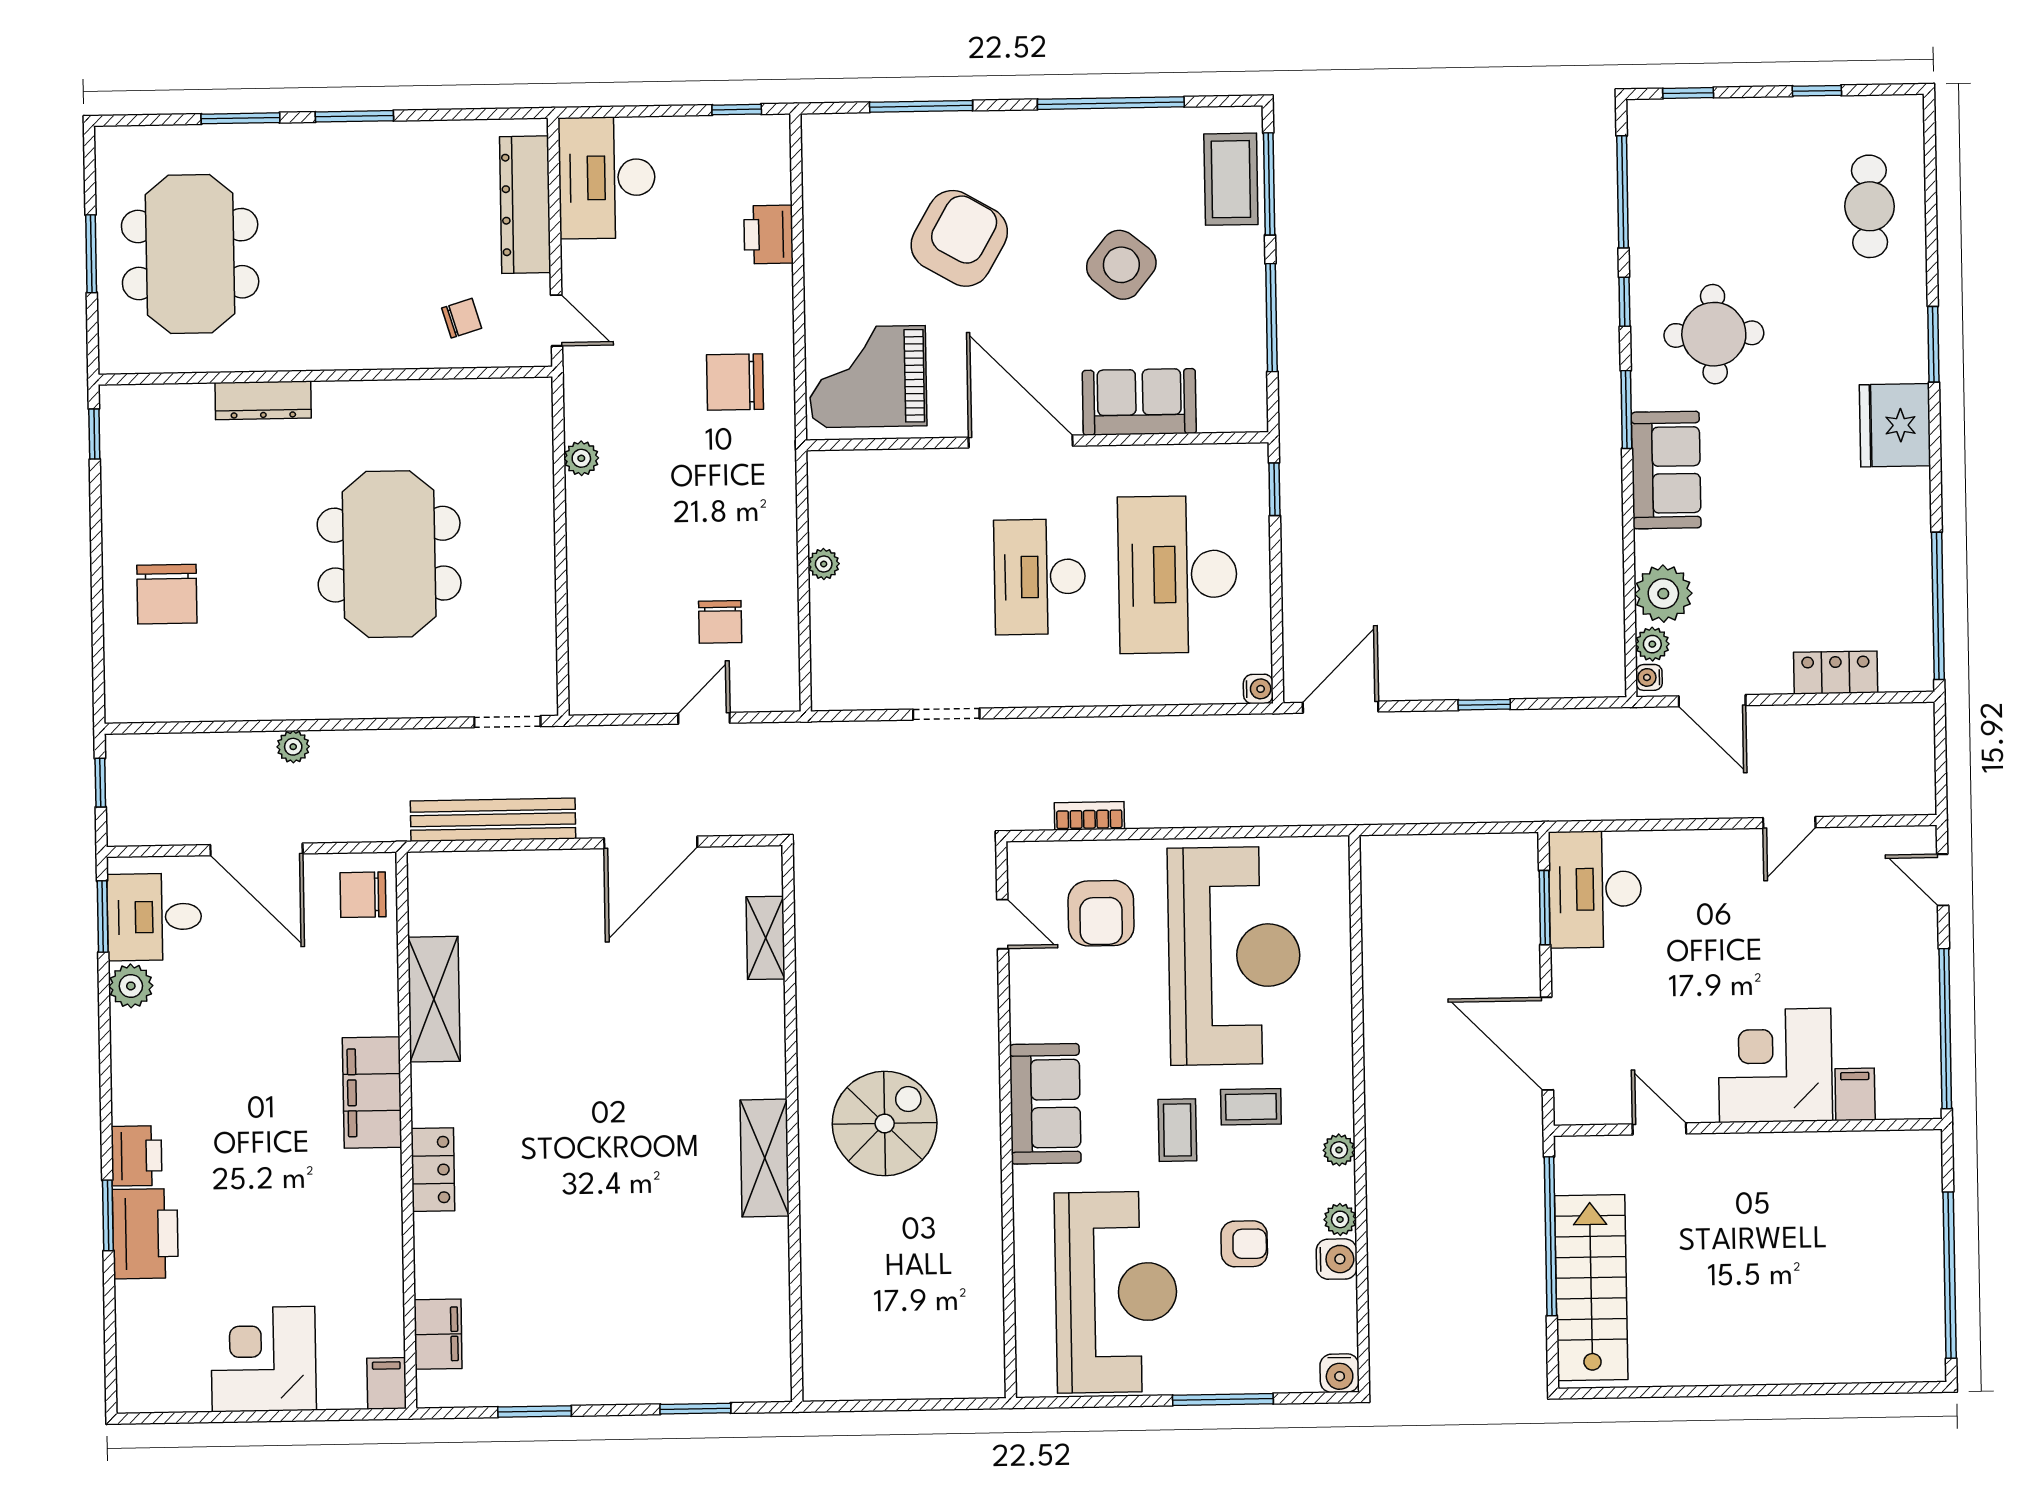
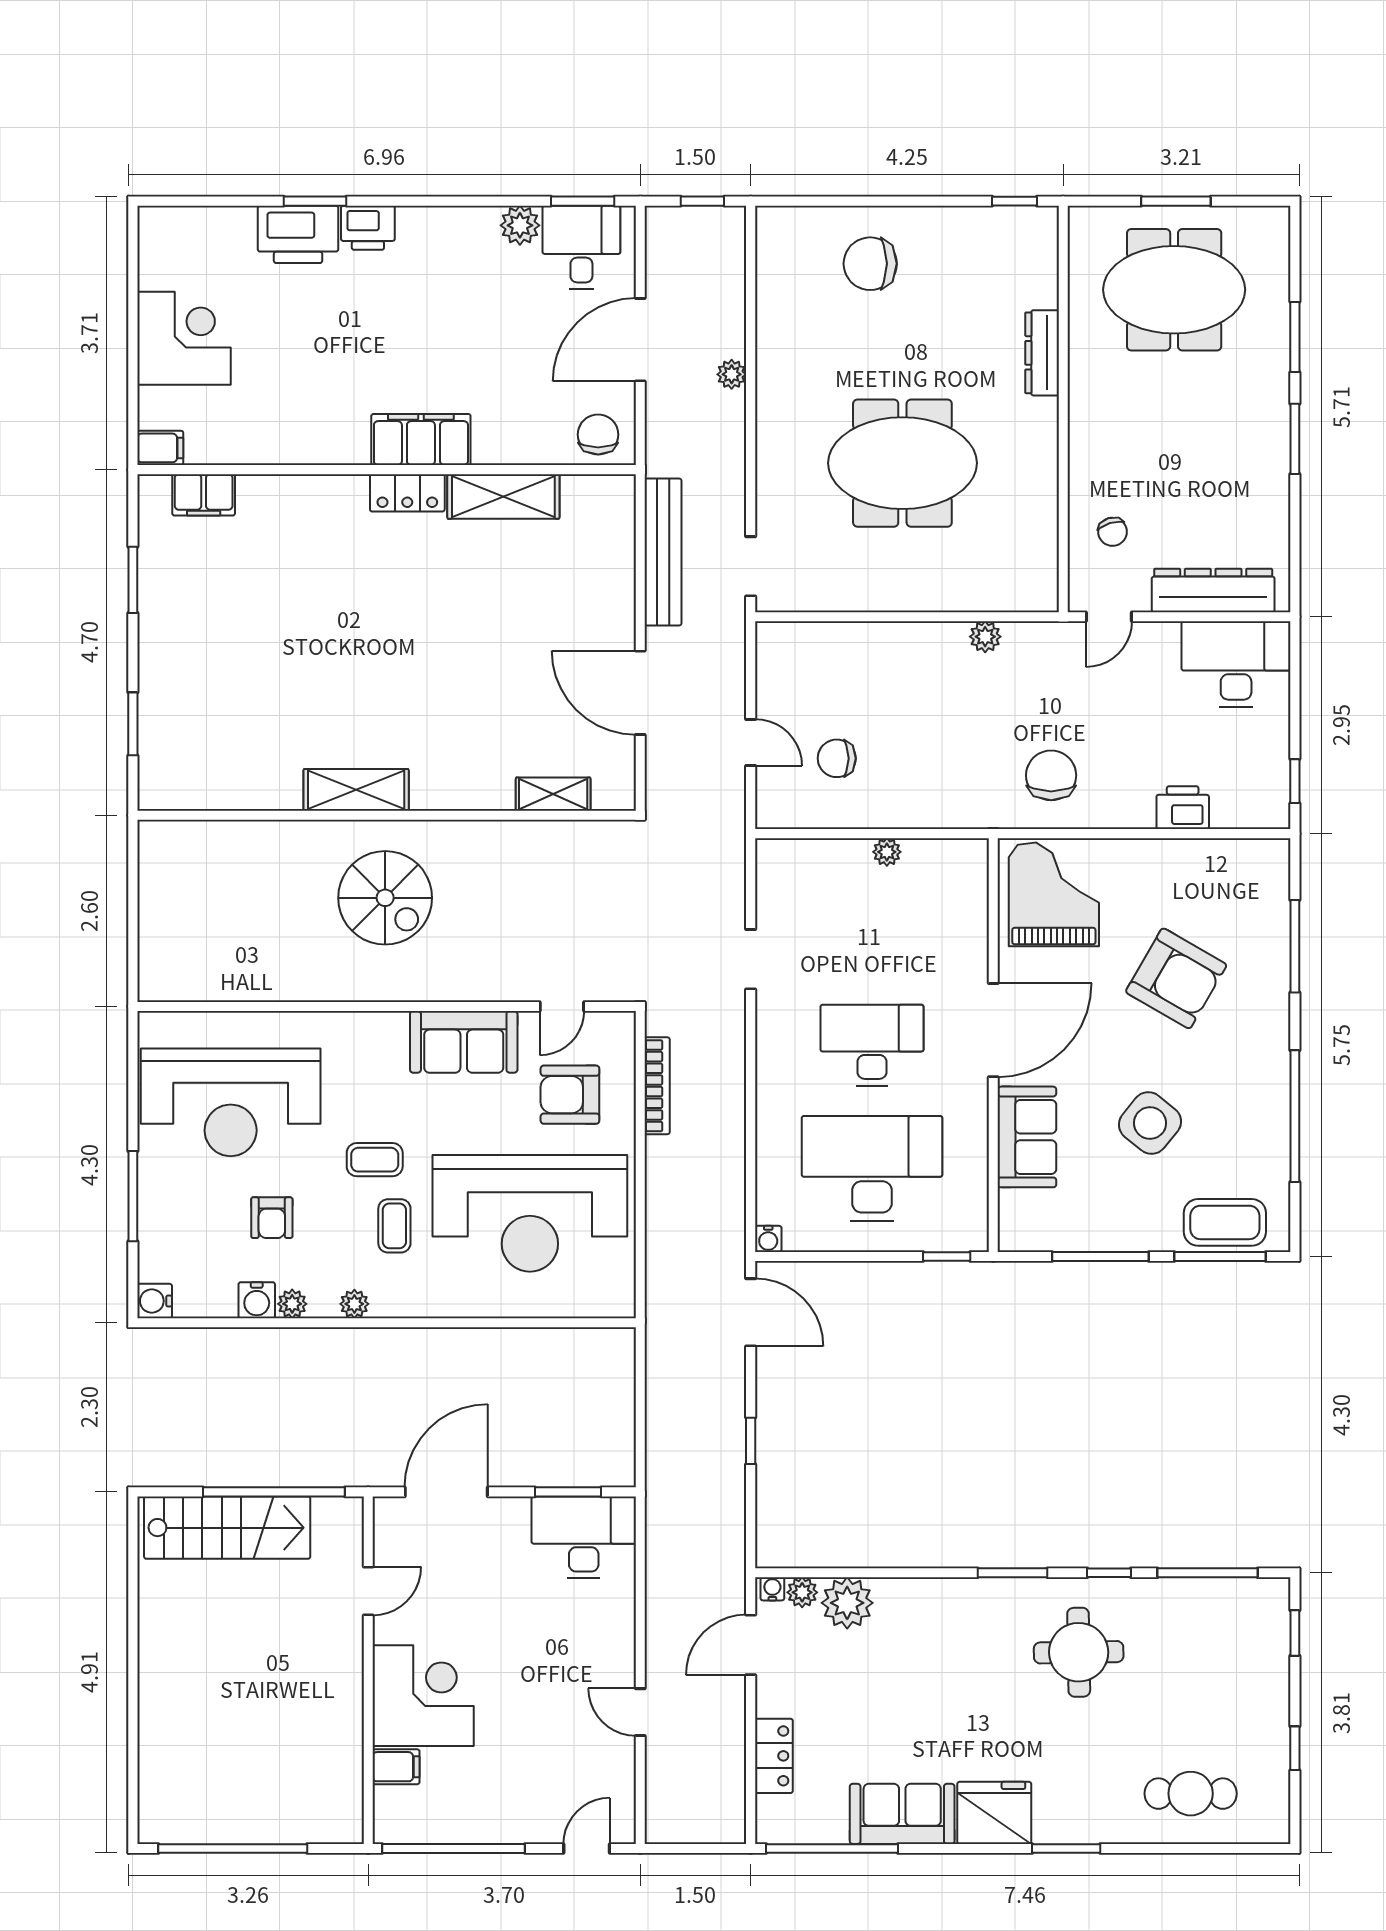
sofa: (1666, 470) -> (902, 1814), moved, turned 180
bookcase: (1089, 816) -> (657, 1086), width x1.56
sofa: (1045, 1104) -> (464, 1042), moved
locker: (433, 1170) -> (407, 493), moved

